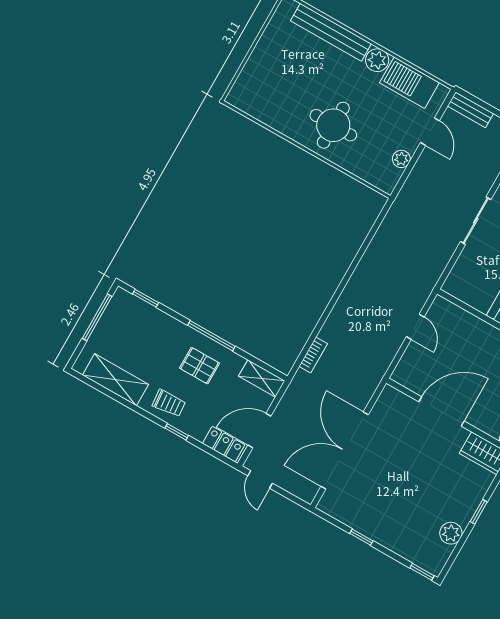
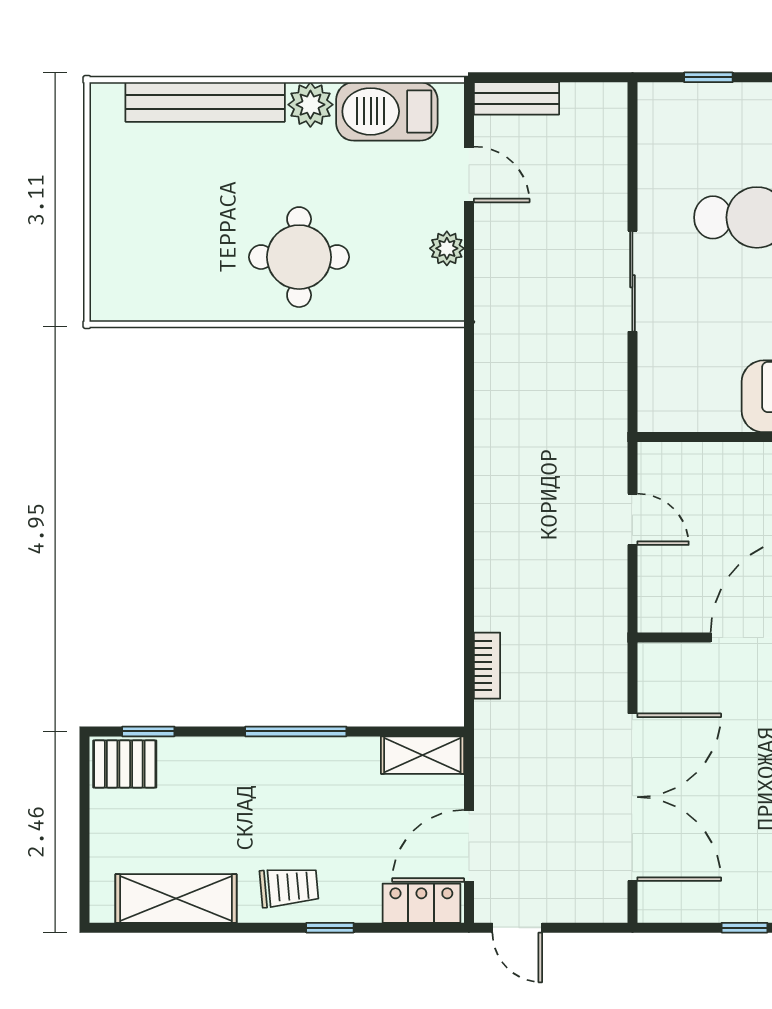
window: (97, 317) -> (85, 811), removed
pallet: (199, 366) -> (125, 764), moved
double door: (345, 451) -> (632, 797), swing flipped

